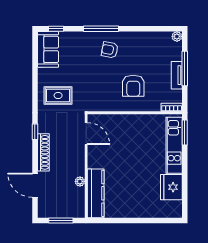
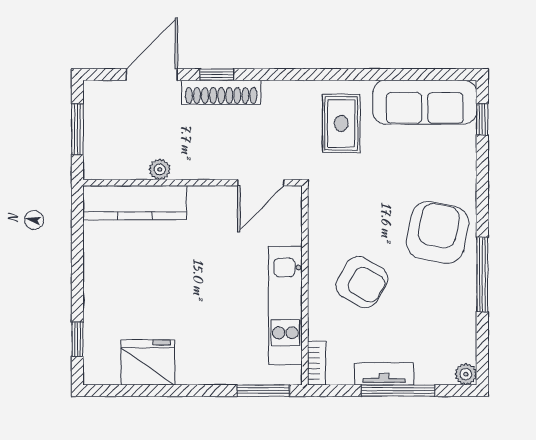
window: (101, 29) -> (482, 275), moved
sofa: (48, 49) -> (425, 102), width x1.36
armchair: (110, 50) -> (438, 232), width x1.88, depth x1.88
armchair: (133, 86) -> (362, 282), turned -150
window: (35, 132) -> (217, 75), moved
kitchen unit: (174, 145) -> (285, 305), moved, turned -90
window: (160, 220) -> (77, 339), added

